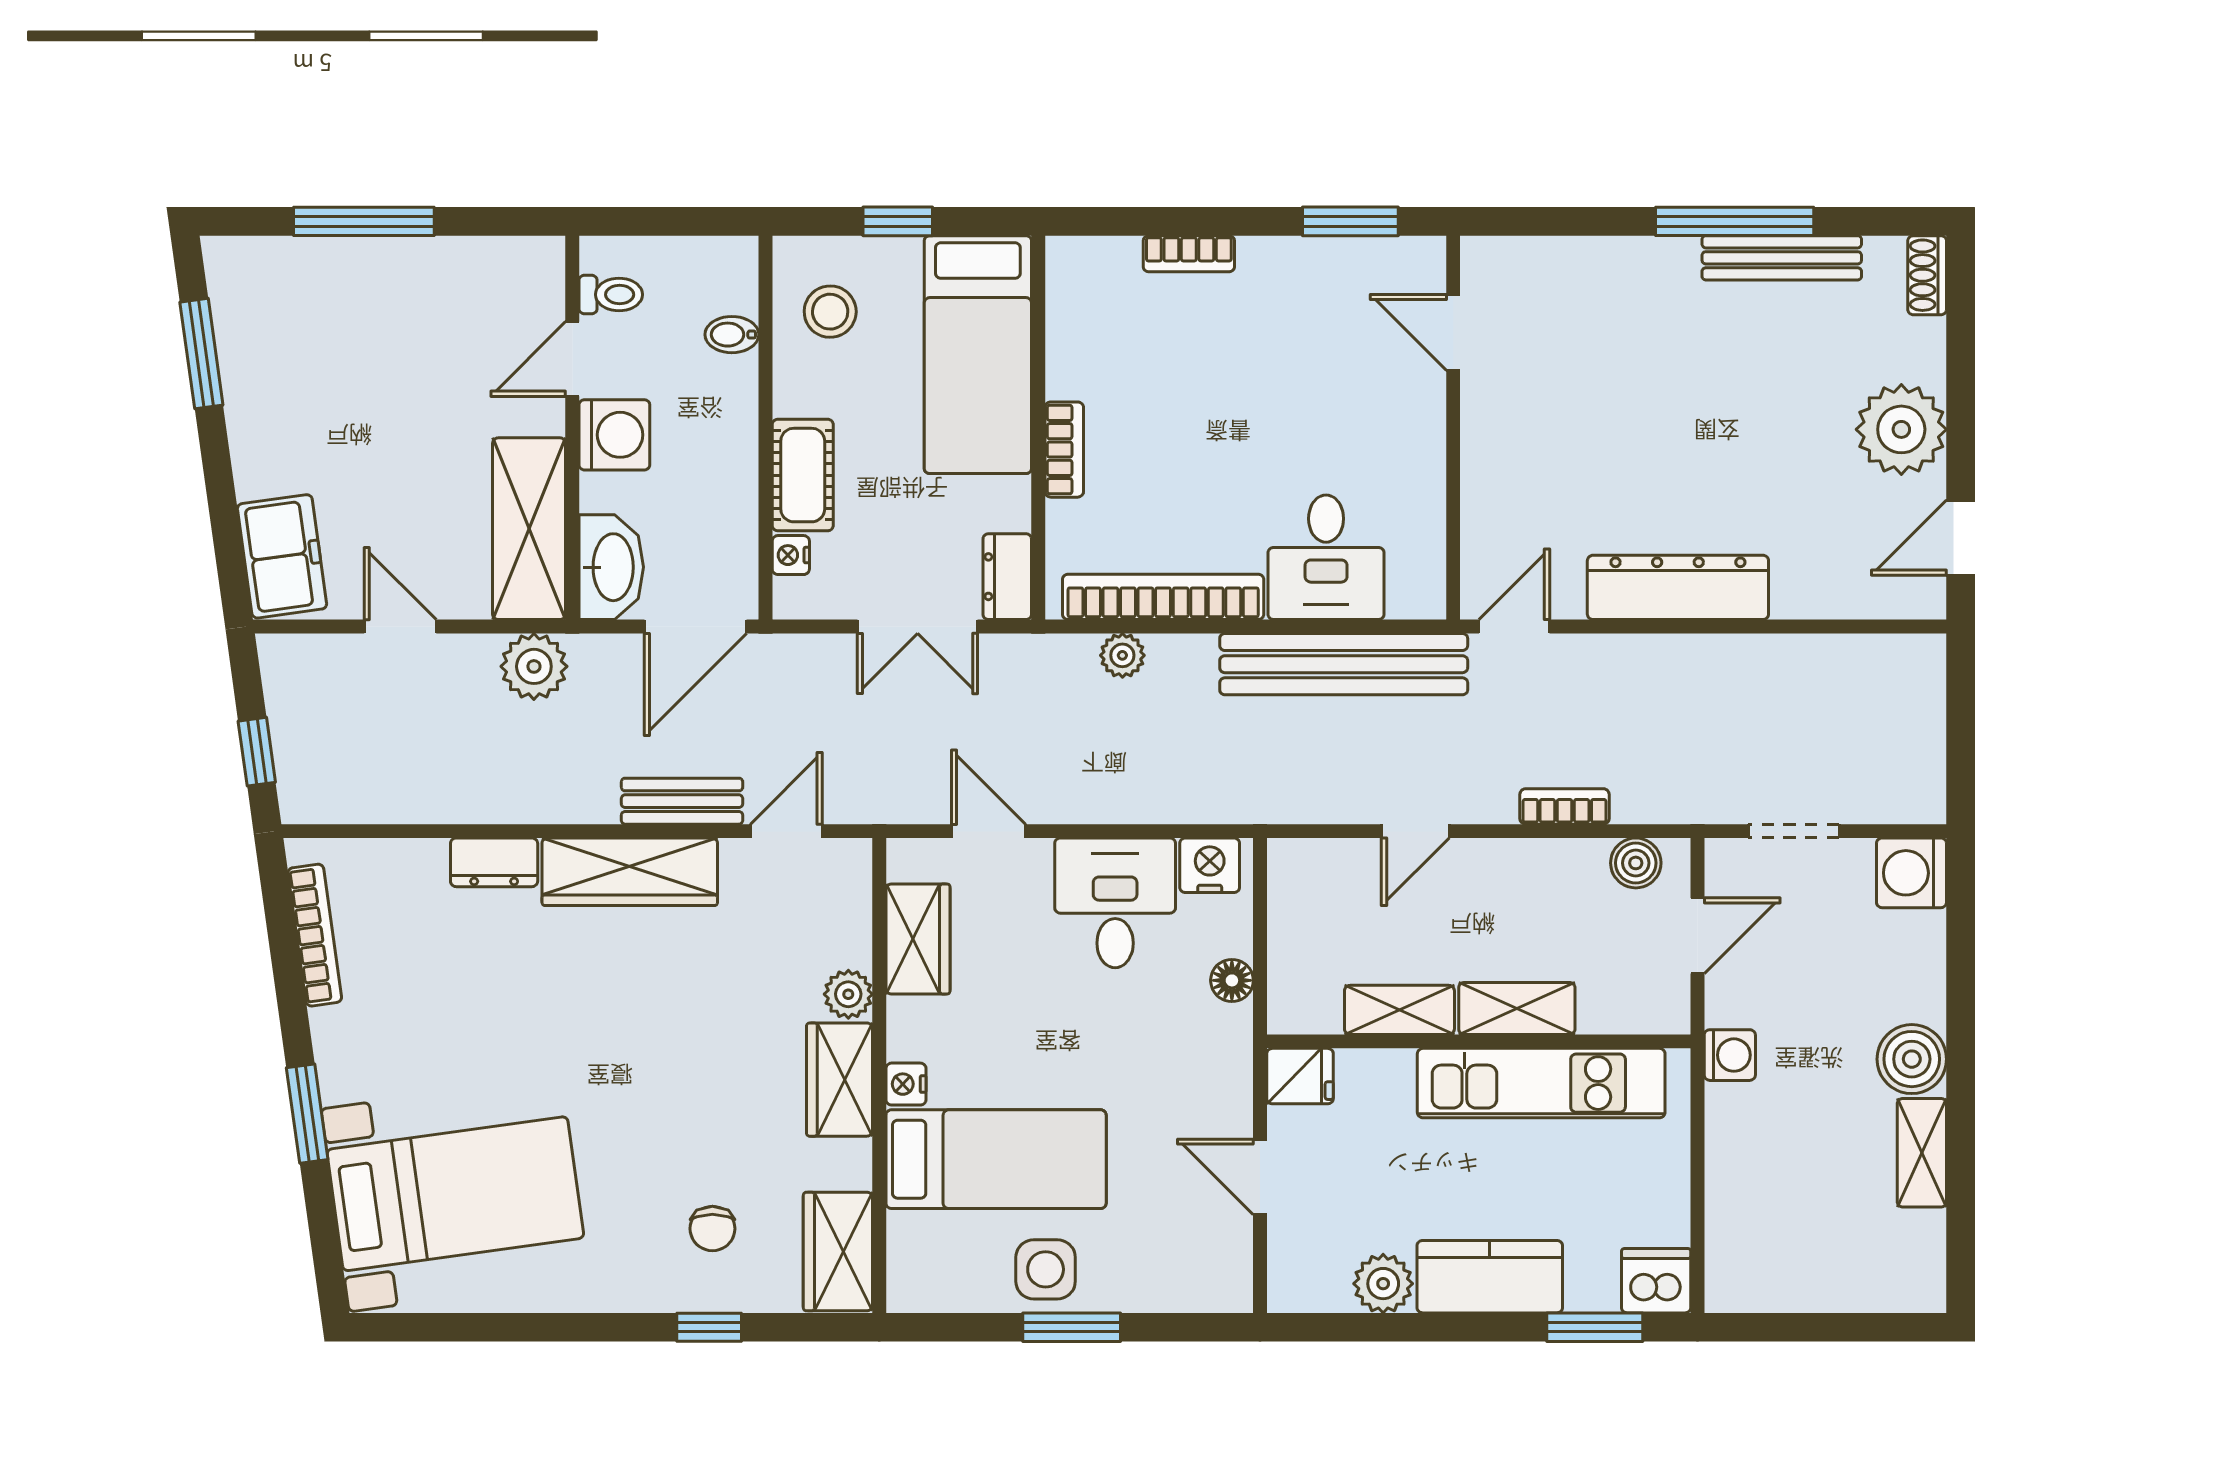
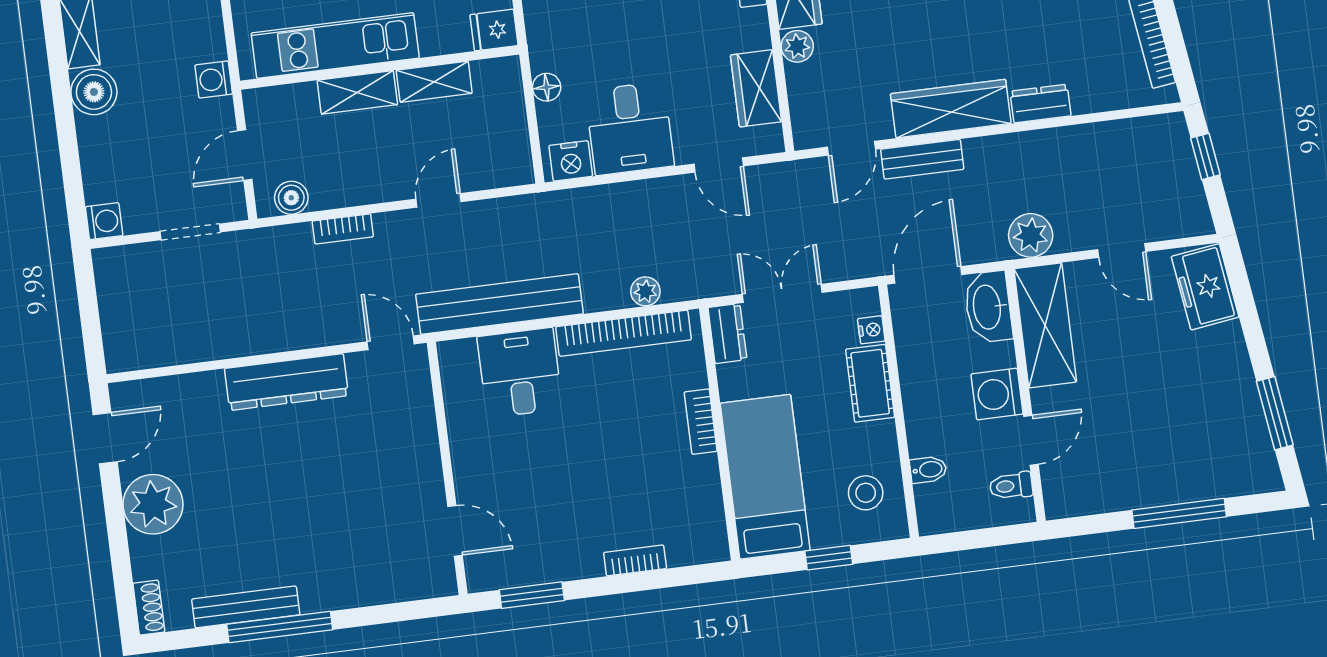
door: (1514, 627) -> (391, 343), swing flipped
washing machine: (1911, 873) -> (104, 221), width x0.73, depth x0.73

